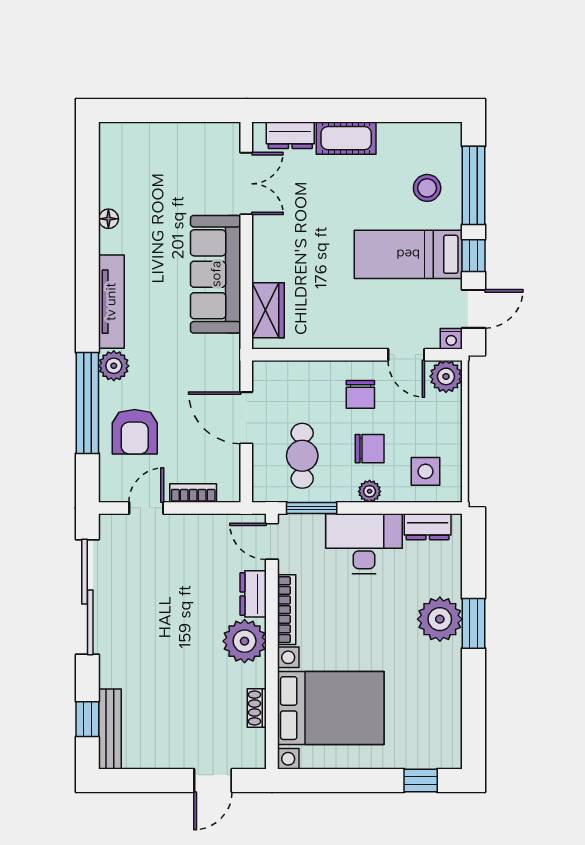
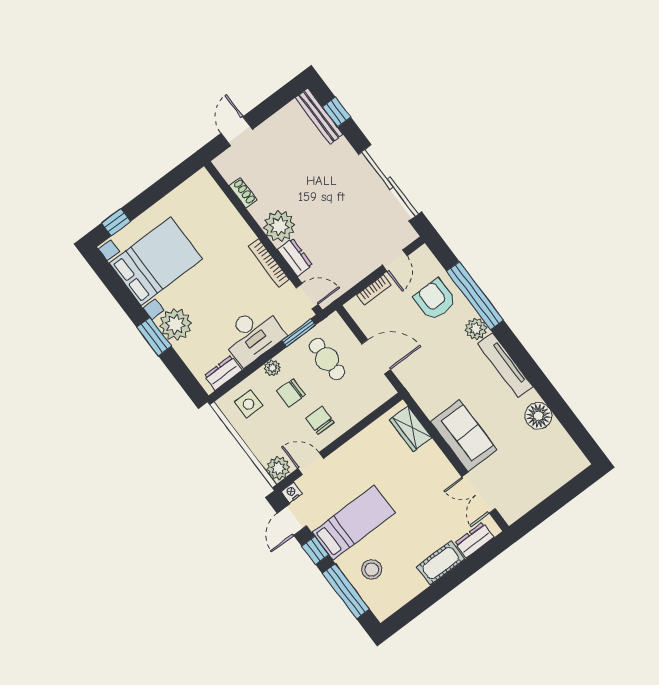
floor lamp: (108, 219) -> (538, 416), width x1.89, depth x1.89
sofa: (216, 274) -> (464, 436), width x0.73
bed with nightstands: (331, 708) -> (156, 261), moved, turned 180

